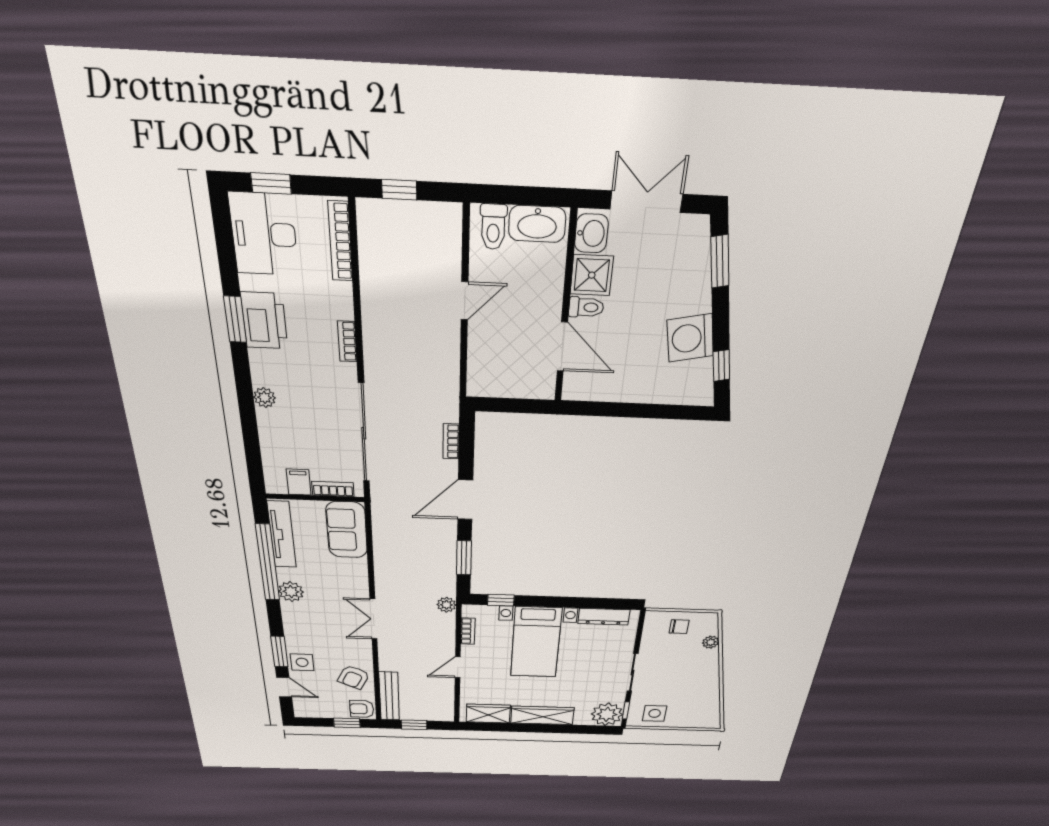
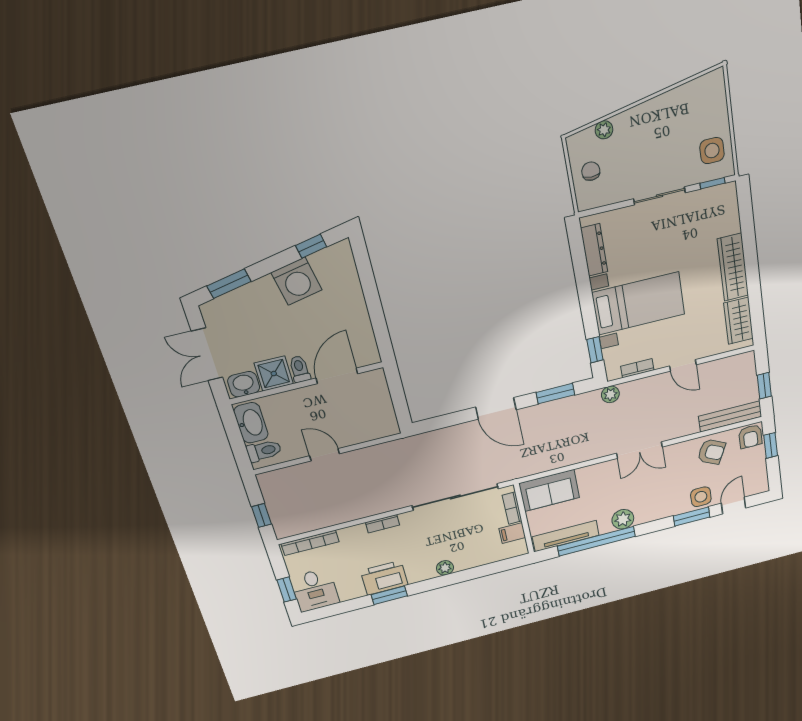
desk: (264, 234) -> (315, 590), width x0.73
bookcase: (451, 441) -> (444, 434), removed
plant: (607, 714) -> (721, 201), removed

